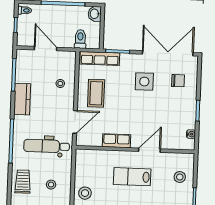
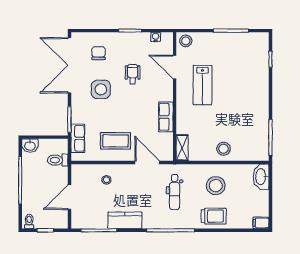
row of seats: (100, 58) -> (78, 138), width x0.68
wheelchair: (157, 111) -> (133, 74), added
dental chair: (47, 146) -> (175, 192), width x0.73, depth x0.72
door: (149, 150) -> (175, 67), moved
shelving: (87, 155) -> (182, 148), added
lab bench: (132, 177) -> (203, 85), moved
stool: (180, 177) -> (186, 41), moved
trolley: (23, 182) -> (214, 216), turned 180
stool: (51, 185) -> (216, 186), width x1.89, depth x1.89

